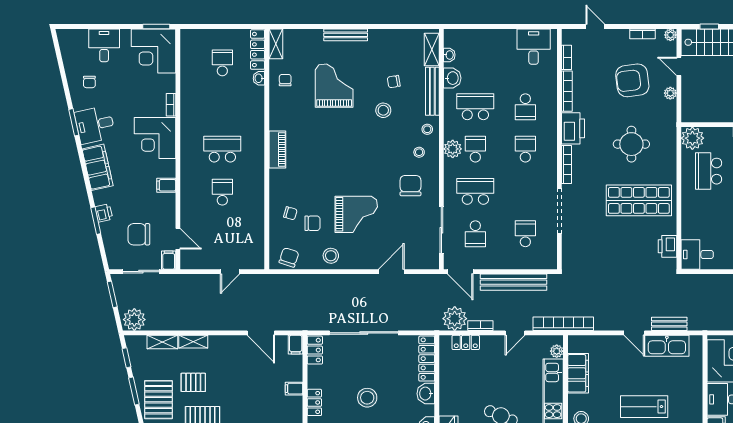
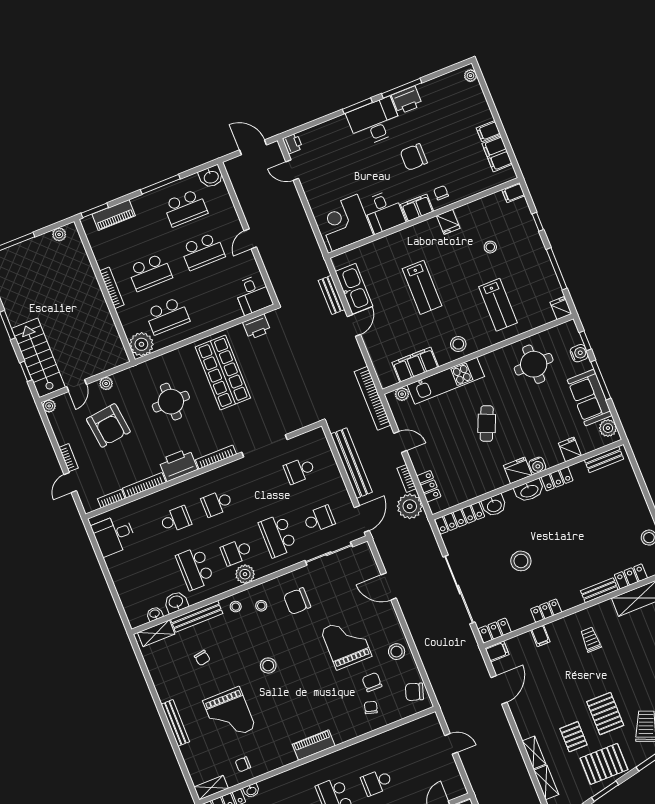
bookcase: (643, 34) -> (69, 458), moved
grand piano: (334, 86) -> (229, 714), turned -90
stool: (383, 110) -> (268, 666), moved

